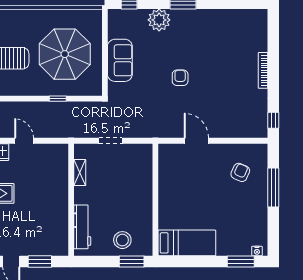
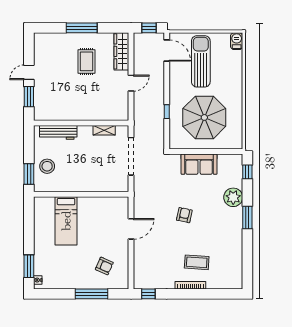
coffee table: (236, 63) -> (197, 262), added
armchair: (180, 78) -> (184, 215), turned -78
doorway: (111, 141) -> (131, 156), width x1.87
bed: (187, 243) -> (66, 221), moved

